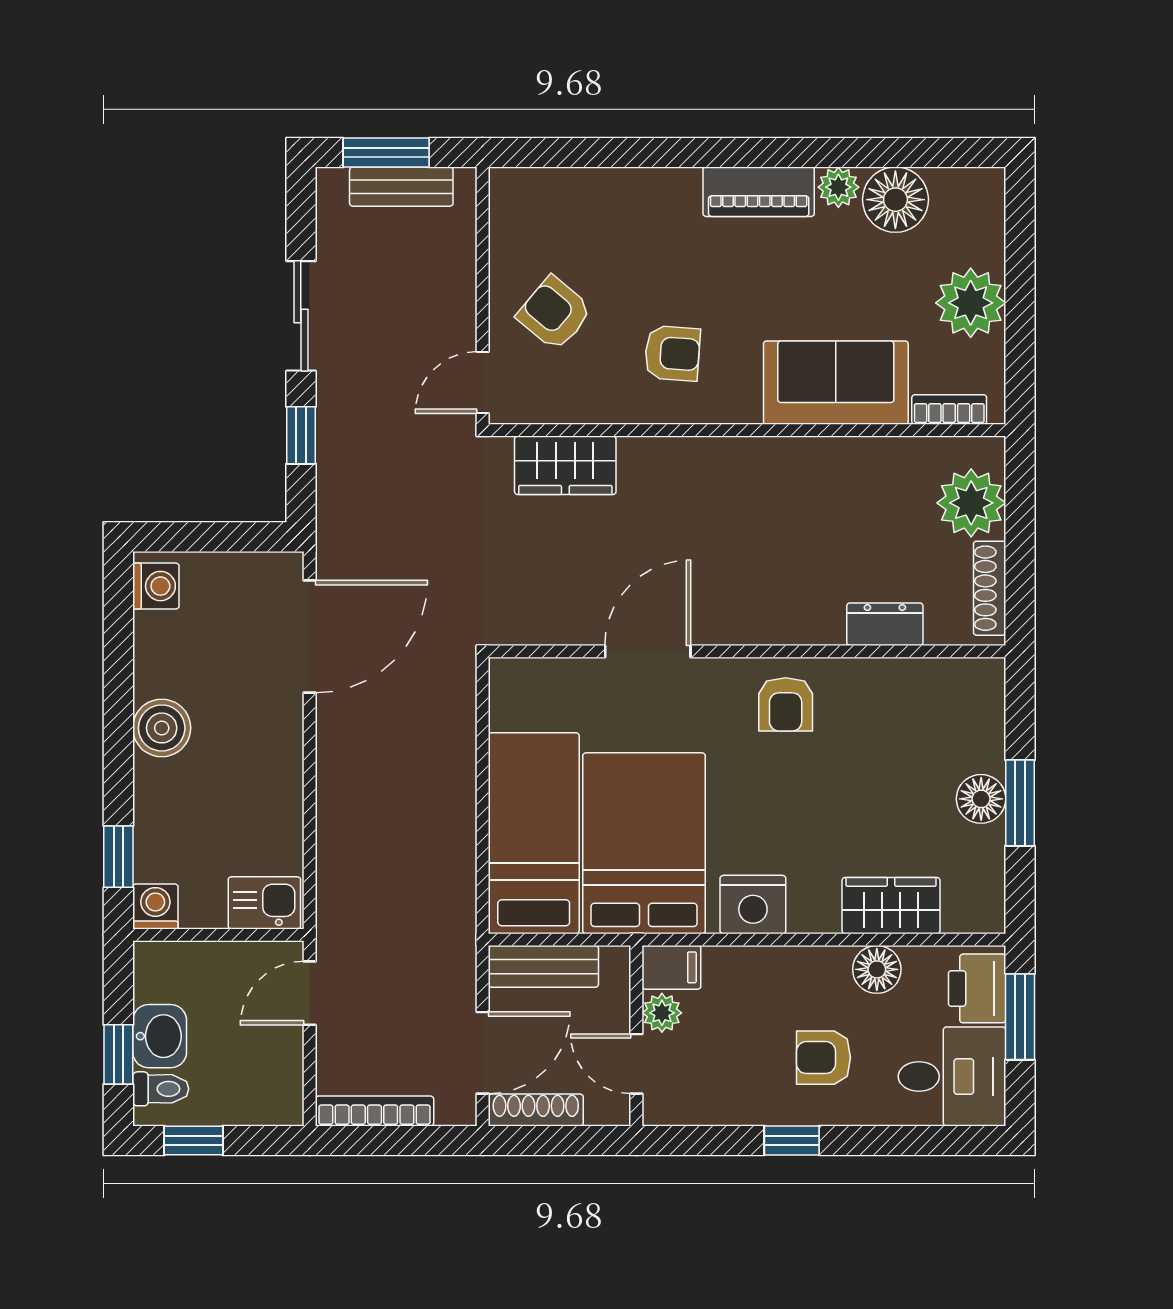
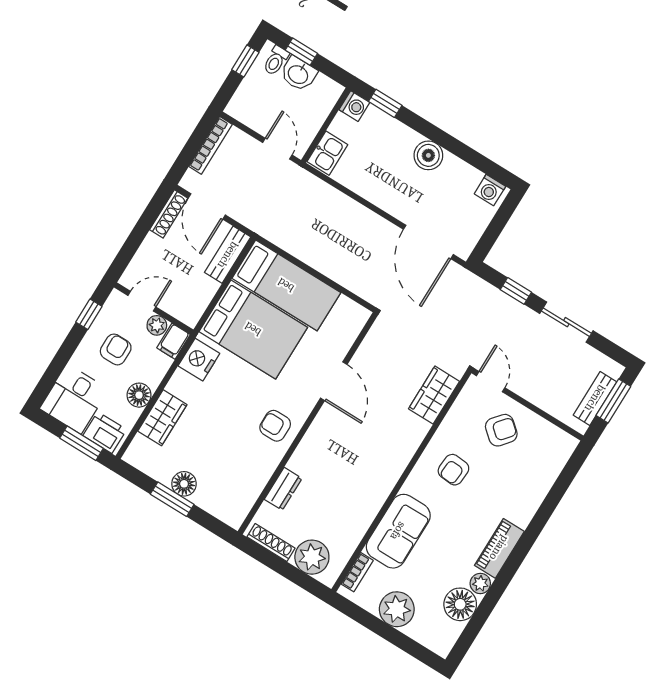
filing cabinet: (671, 967) -> (174, 341), moved
plant: (662, 1013) -> (157, 325), moved
wall: (636, 1036) -> (154, 309), moved
door: (636, 1064) -> (142, 301), moved

